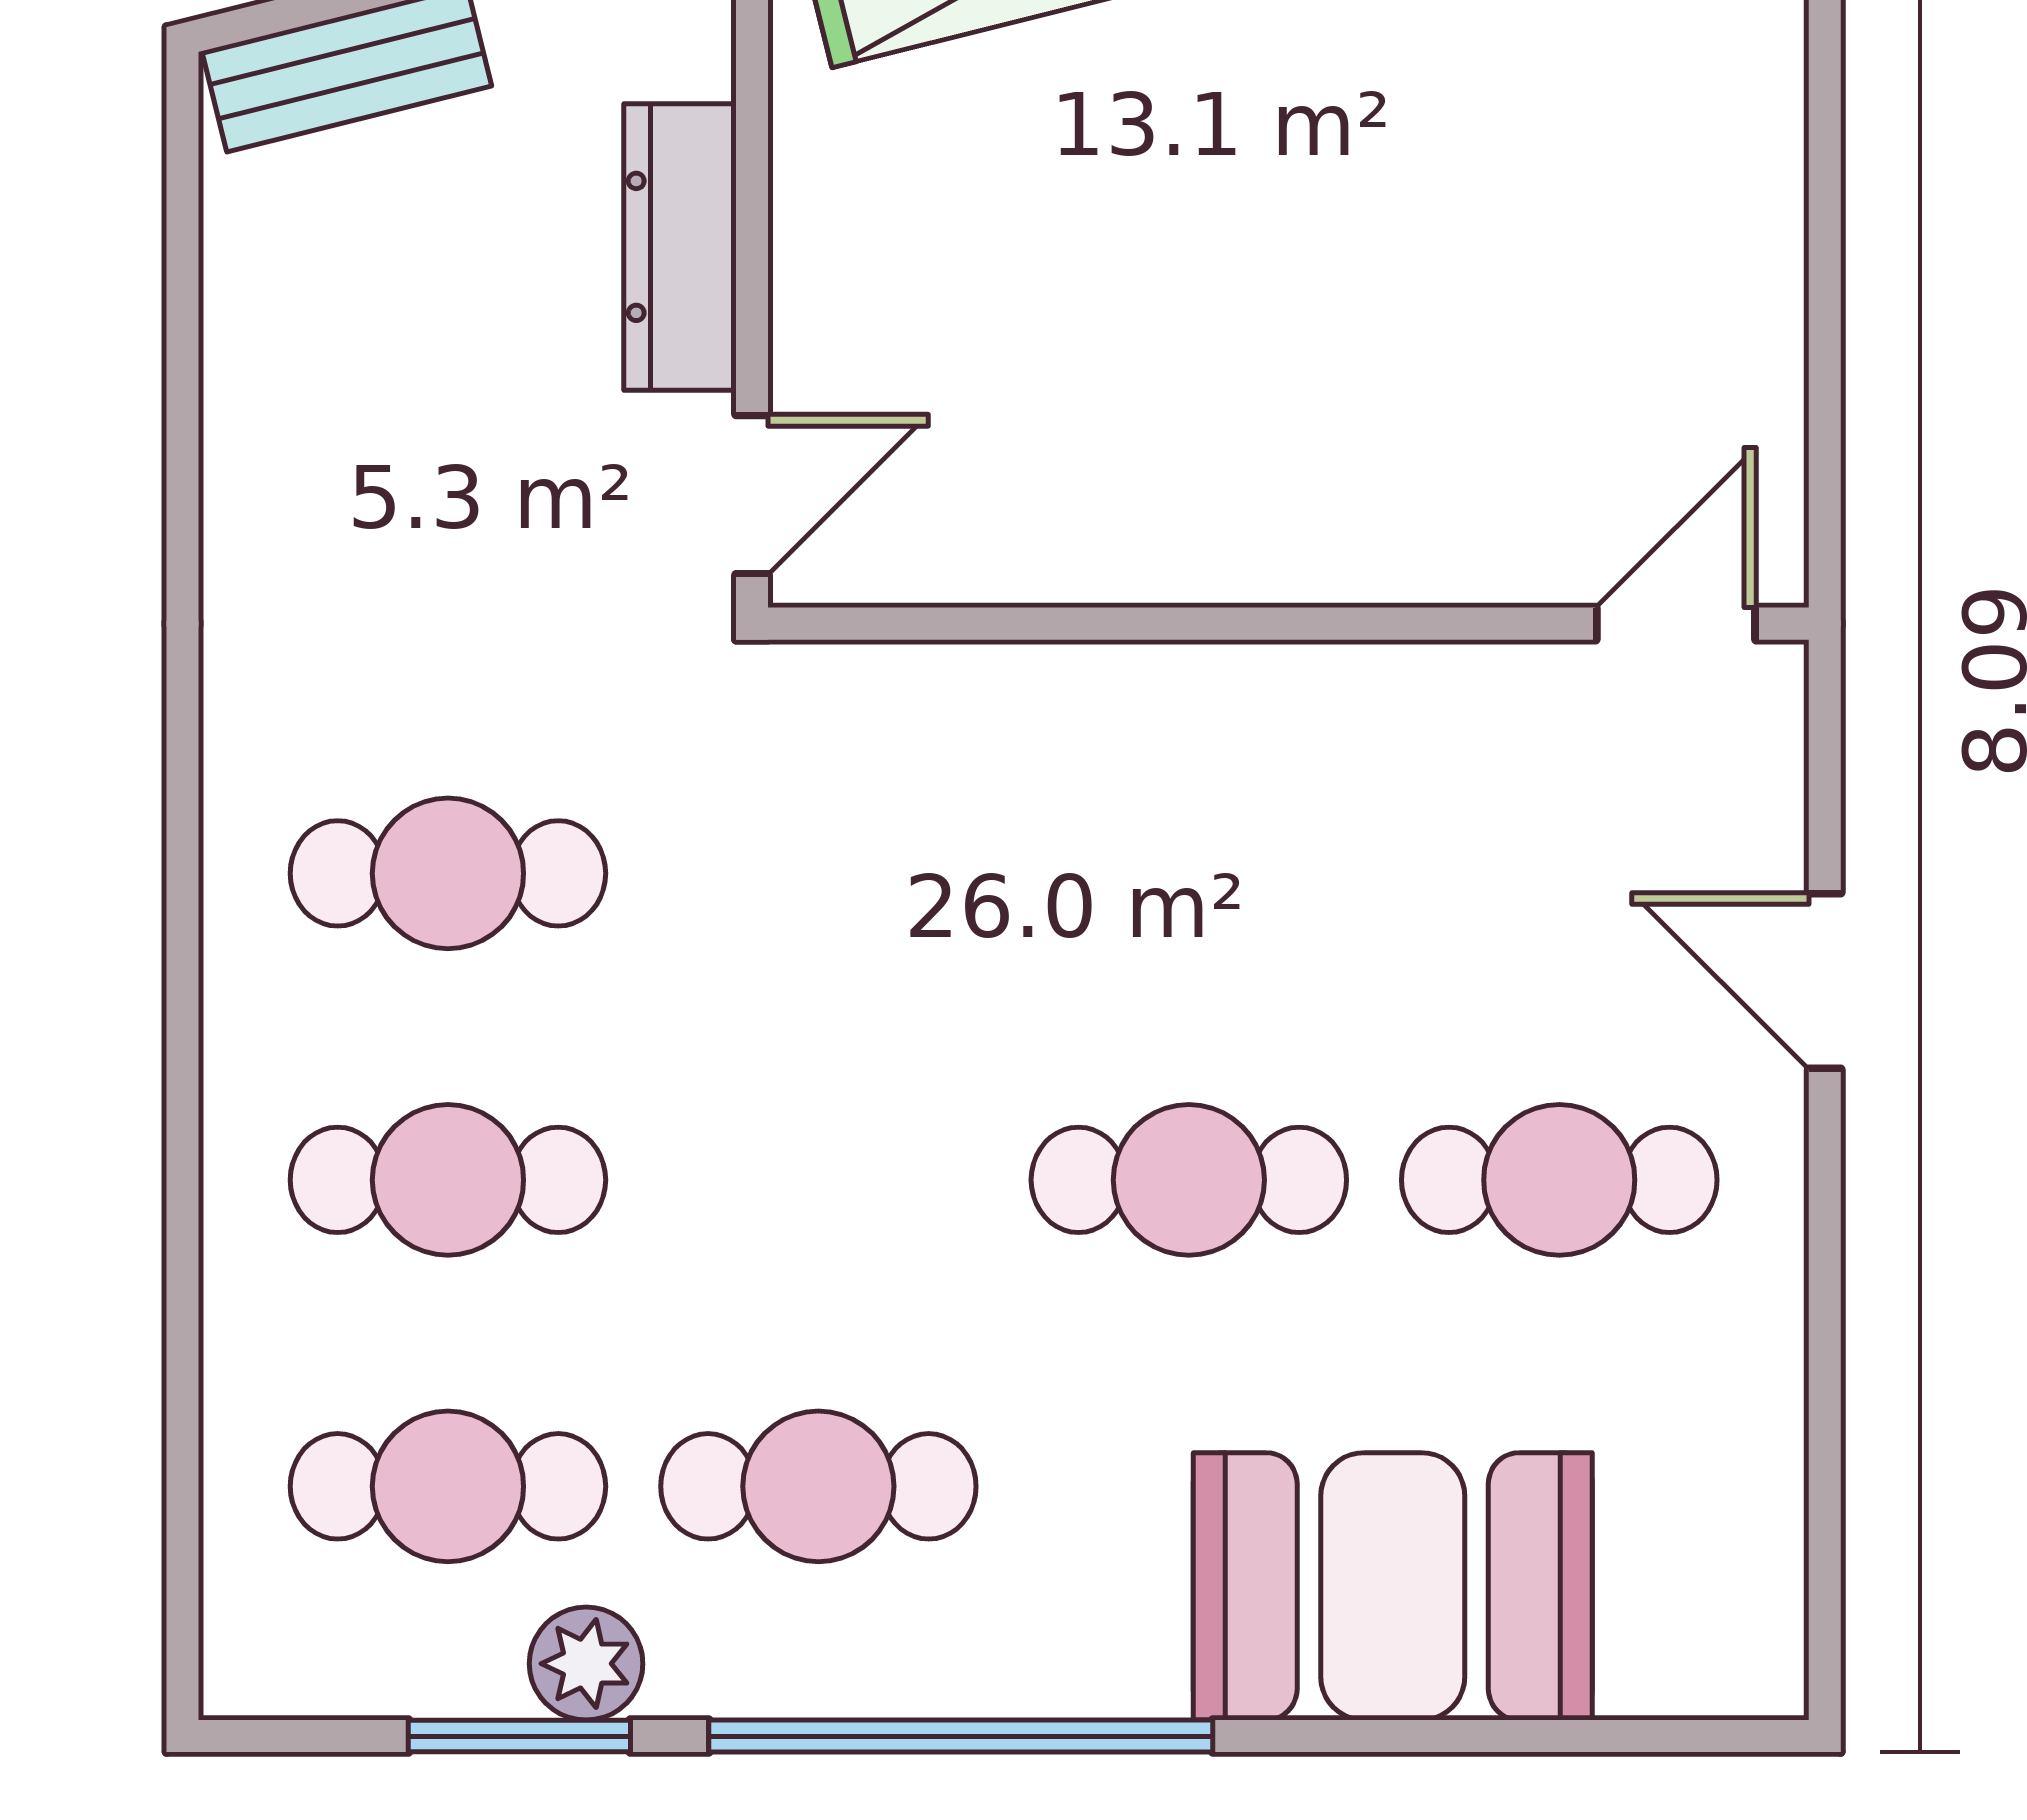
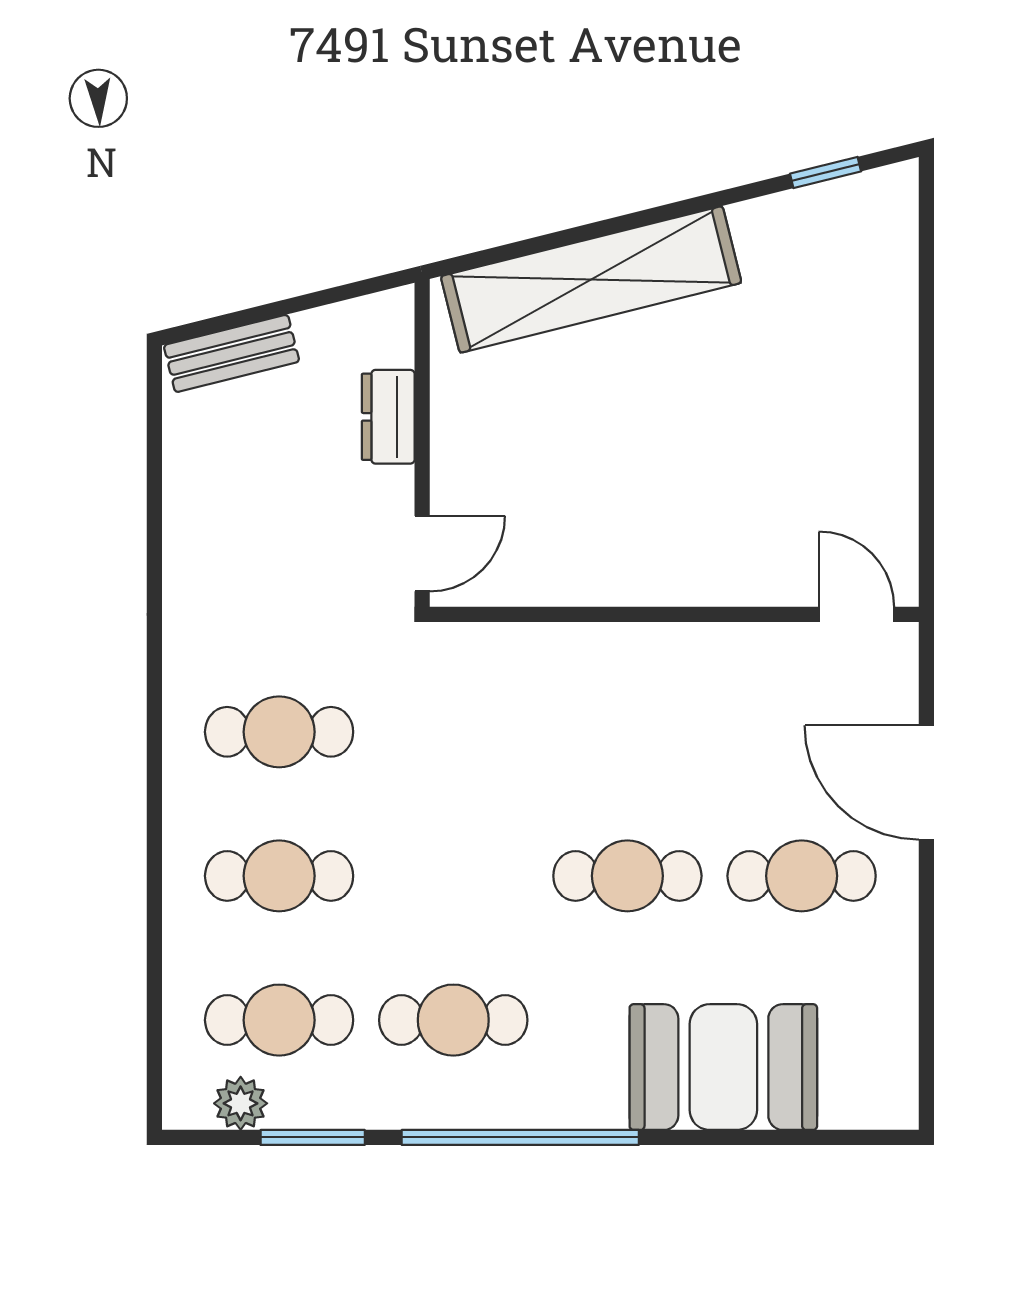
dresser: (680, 247) -> (388, 417), width x0.70
door: (1676, 624) -> (856, 614), hinge flipped
door: (1825, 981) -> (926, 782), width x1.38
plant: (586, 1664) -> (241, 1103), moved

